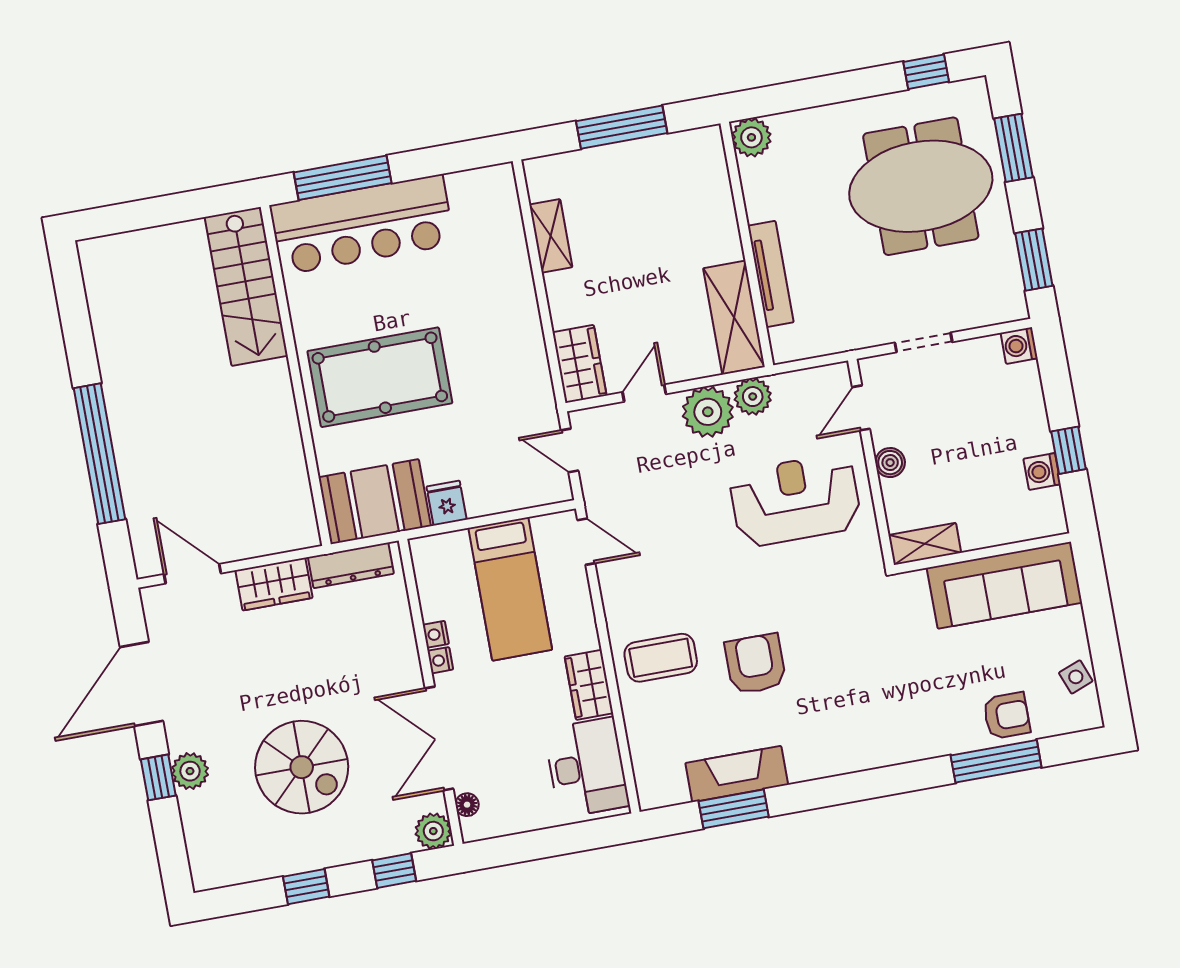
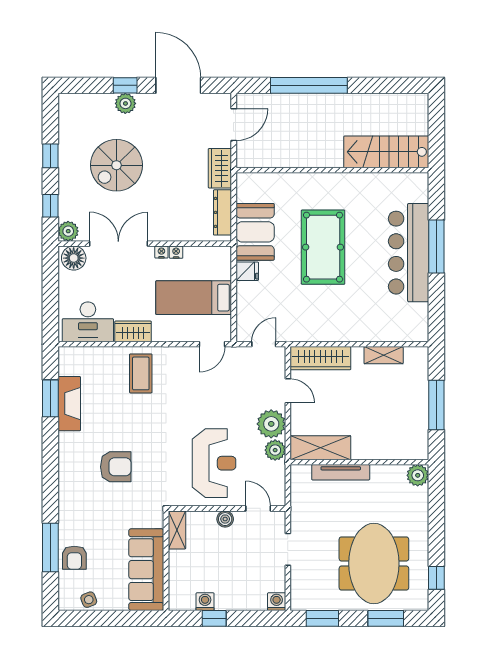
stairs: (246, 286) -> (386, 152), moved
wardrobe: (579, 364) -> (320, 358), width x1.50
wall: (296, 376) -> (332, 170), moved
armchair: (755, 664) -> (116, 467), moved
floor lamp: (467, 805) -> (74, 258), width x1.89, depth x1.89

